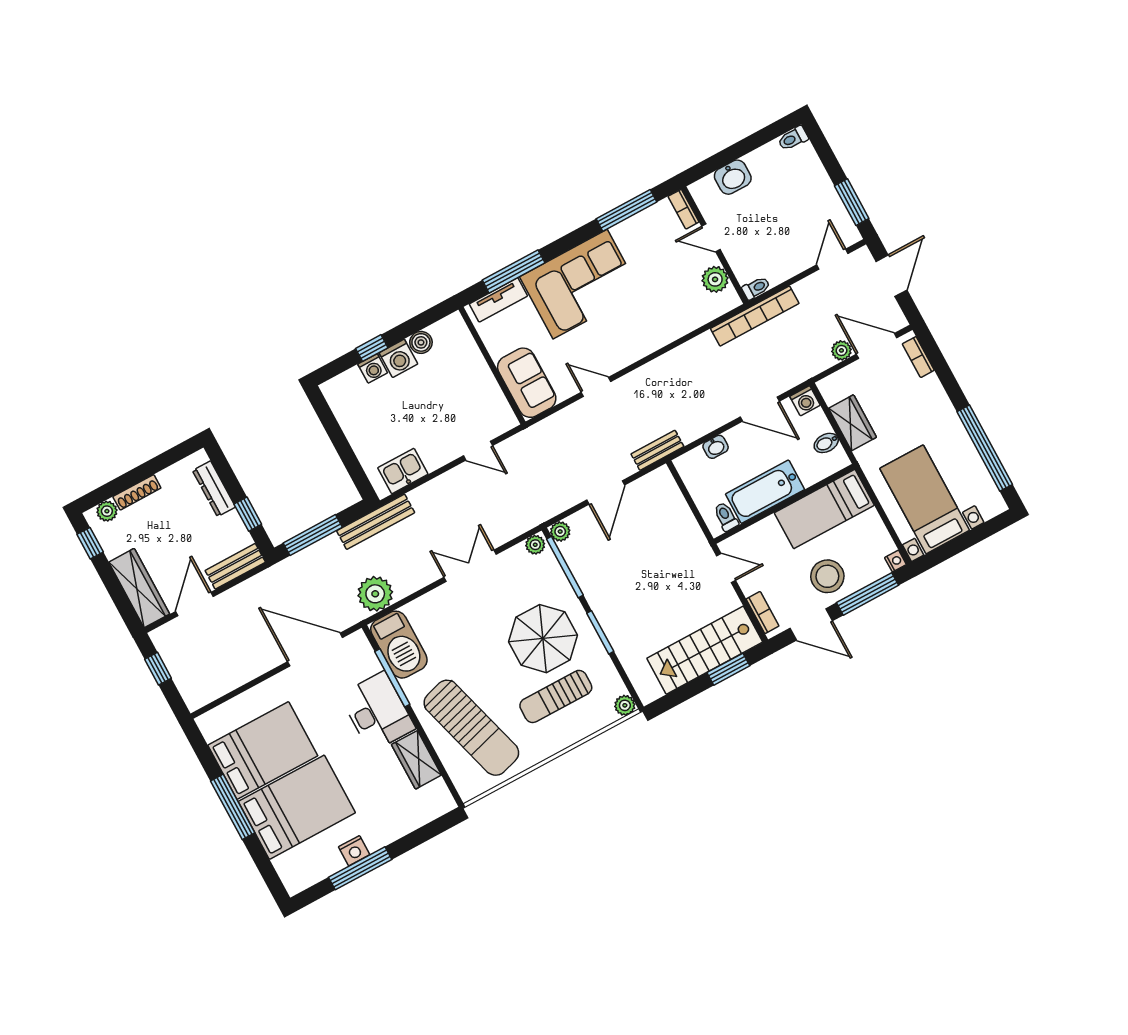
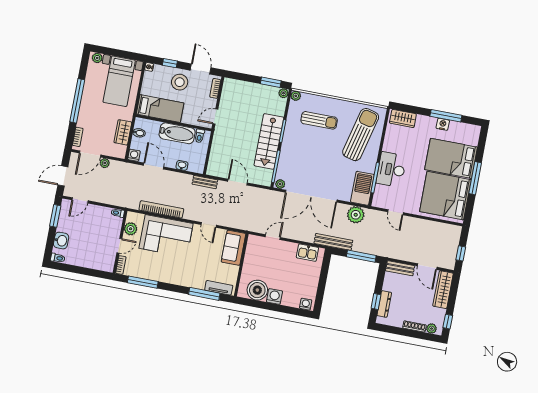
washbasin: (733, 177) -> (61, 241), moved, turned 90
door: (711, 238) -> (119, 246), hinge flipped
corner sofa: (580, 284) -> (166, 236), moved, turned 180
bookcase: (755, 316) -> (161, 209), moved
boiler: (421, 342) -> (257, 290), width x1.86, depth x1.86
door: (877, 346) -> (90, 154), hinge flipped
window: (372, 348) -> (281, 309), removed
washing machine: (373, 368) -> (306, 304), moved
window: (985, 448) -> (77, 101), moved
door: (478, 451) -> (273, 237), hinge flipped
door: (606, 492) -> (238, 182), hinge flipped
plant: (990, 508) -> (97, 58), added
window: (248, 514) -> (376, 302), moved
plant: (560, 532) -> (283, 93), moved
double door: (470, 566) -> (311, 196), width x1.87
door: (726, 568) -> (215, 116), hinge flipped
window: (868, 594) -> (170, 63), width x0.46
door: (194, 604) -> (427, 267), hinge flipped
parasol: (543, 639) -> (306, 146), removed
door: (315, 650) -> (396, 212), width x0.53
stairs: (705, 650) -> (269, 141), moved, turned 90
window: (728, 669) -> (271, 82), moved
sun lounger: (471, 728) -> (361, 135), turned 30
bed: (263, 750) -> (445, 196), width x1.36
wardrobe: (416, 760) -> (403, 118), moved, turned 90

